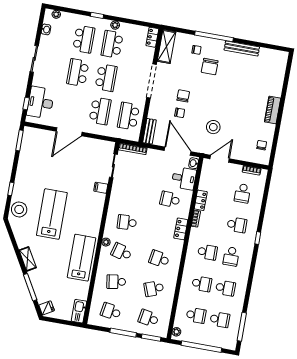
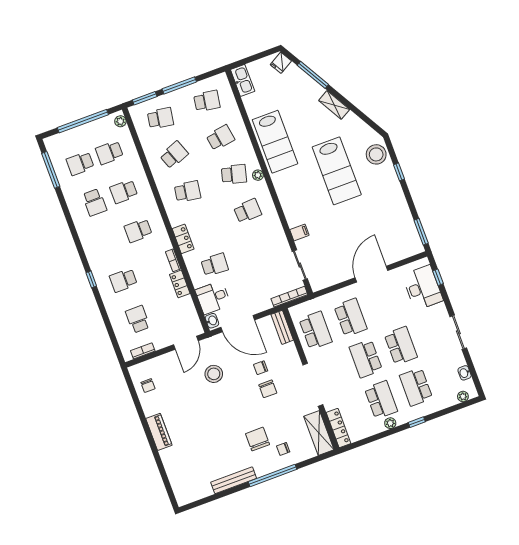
locker: (152, 37) -> (339, 428), width x1.53
school desk: (100, 111) -> (351, 317), turned 180
school desk: (231, 256) -> (109, 241), removed
school desk: (225, 288) -> (94, 202), turned -90

